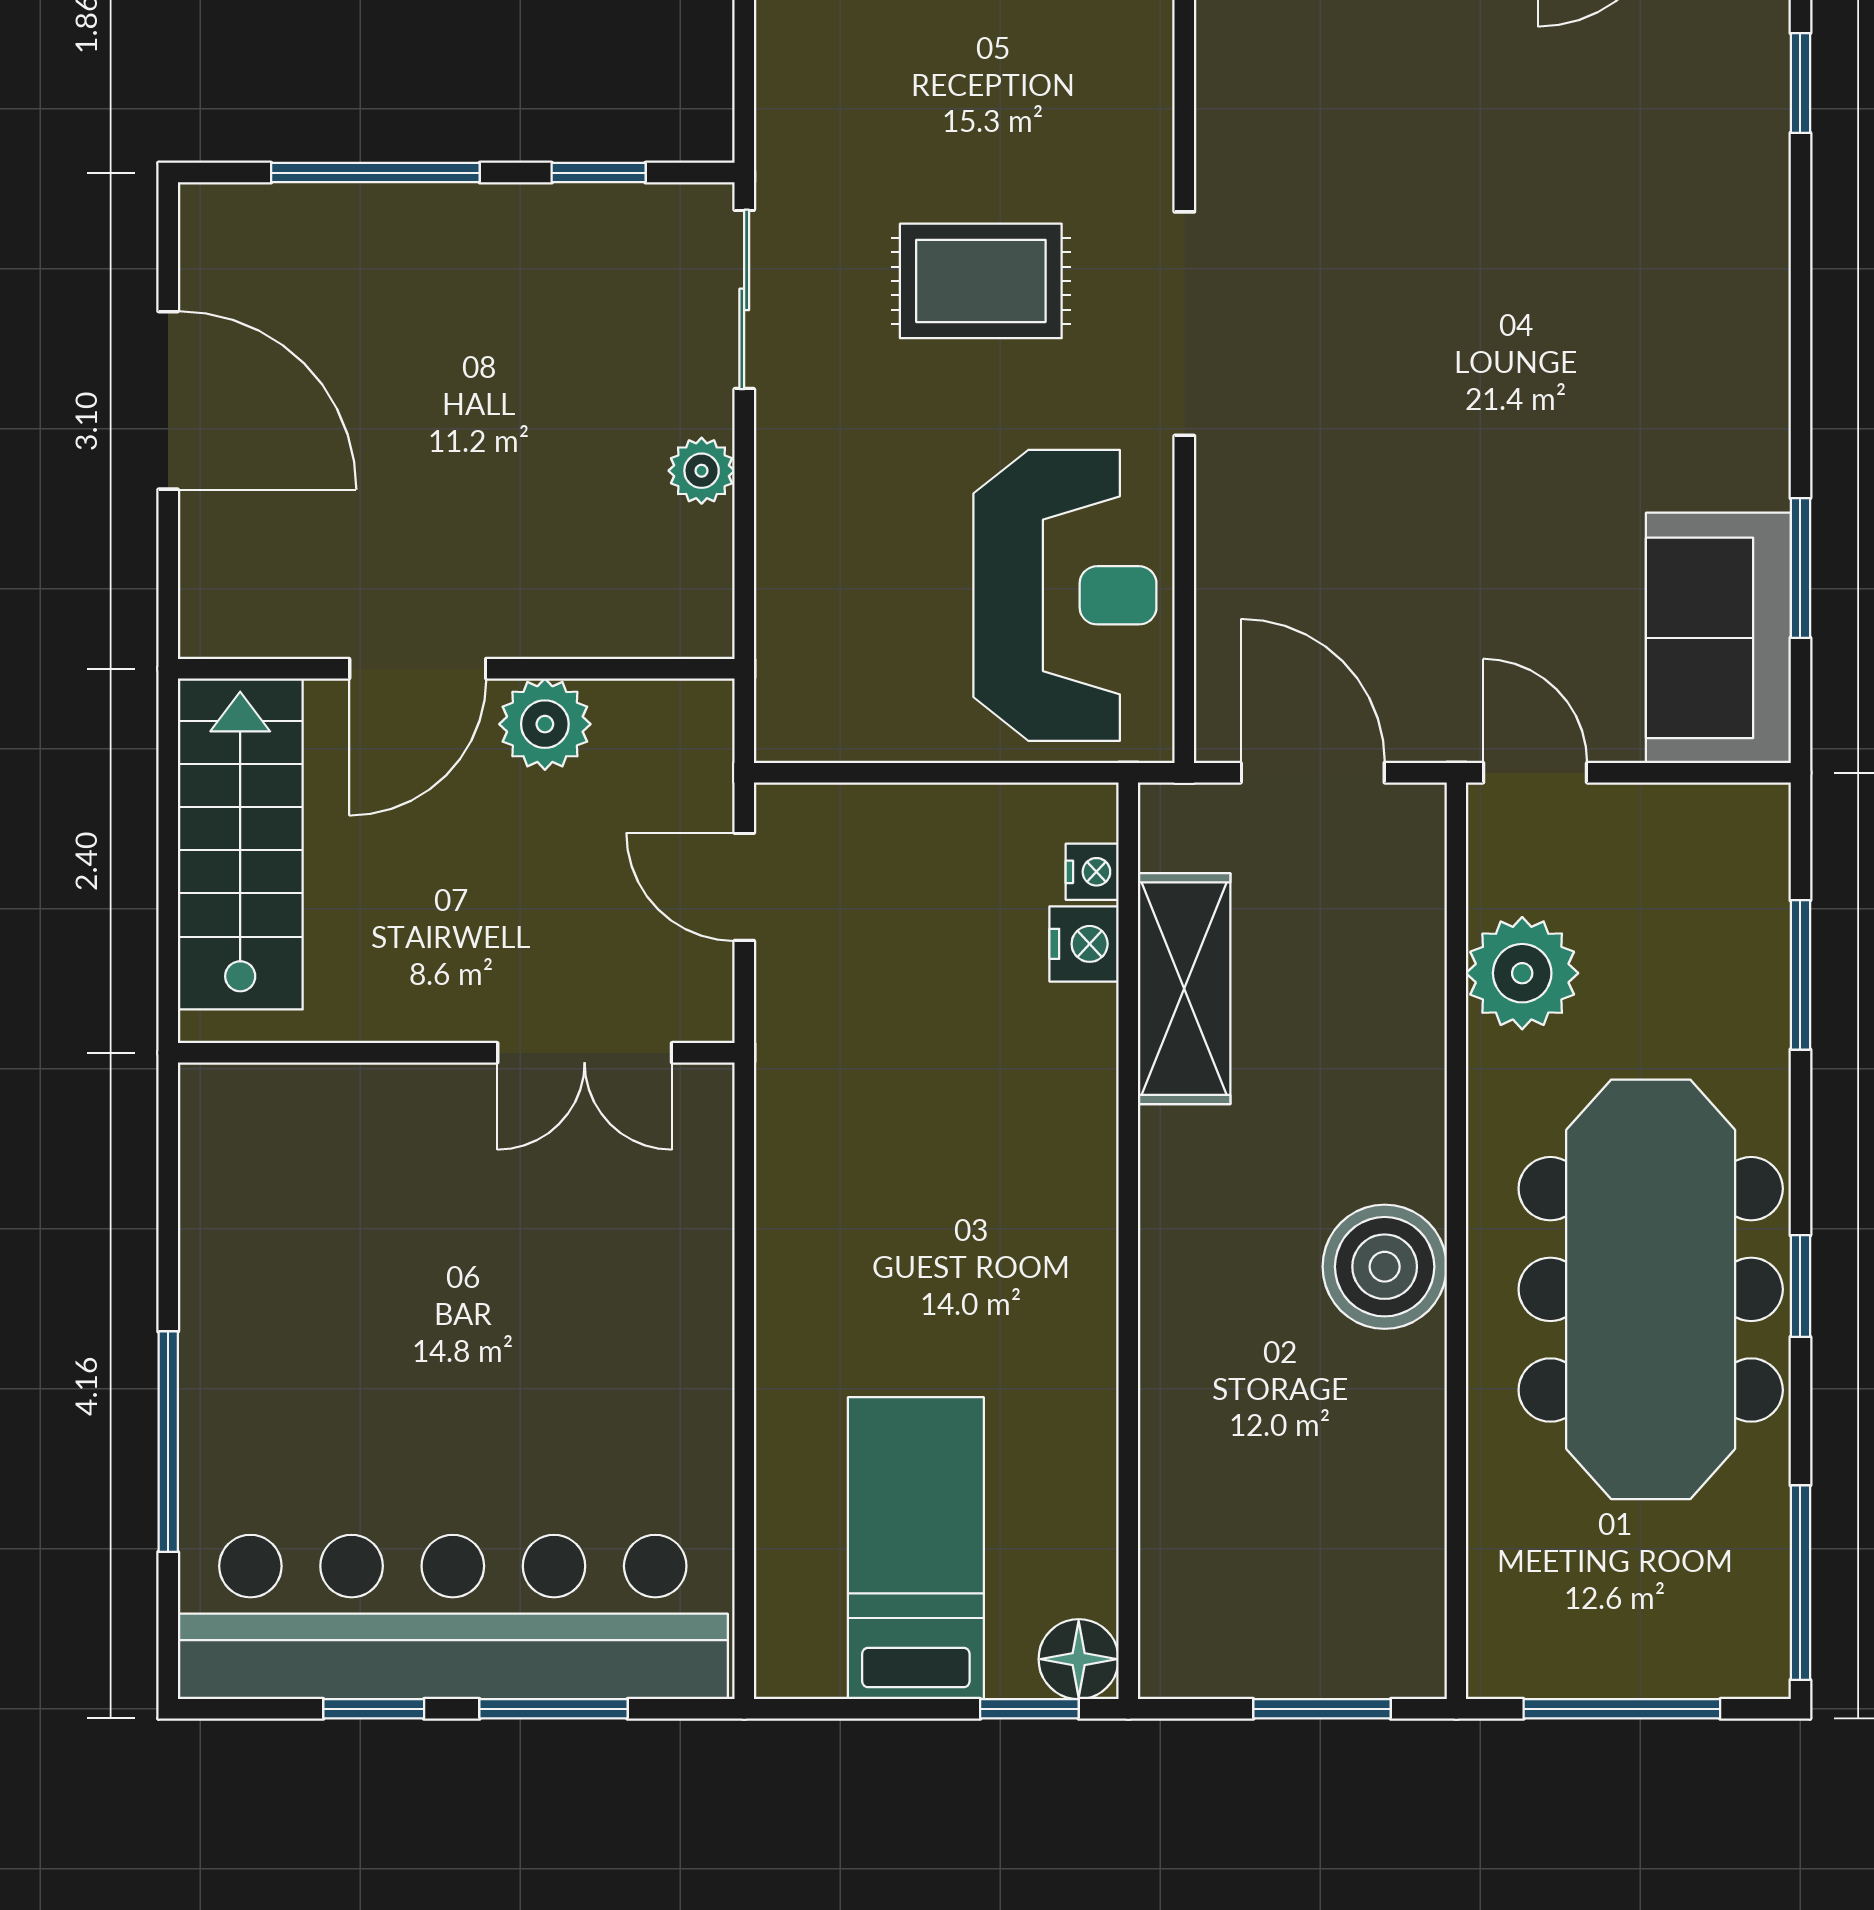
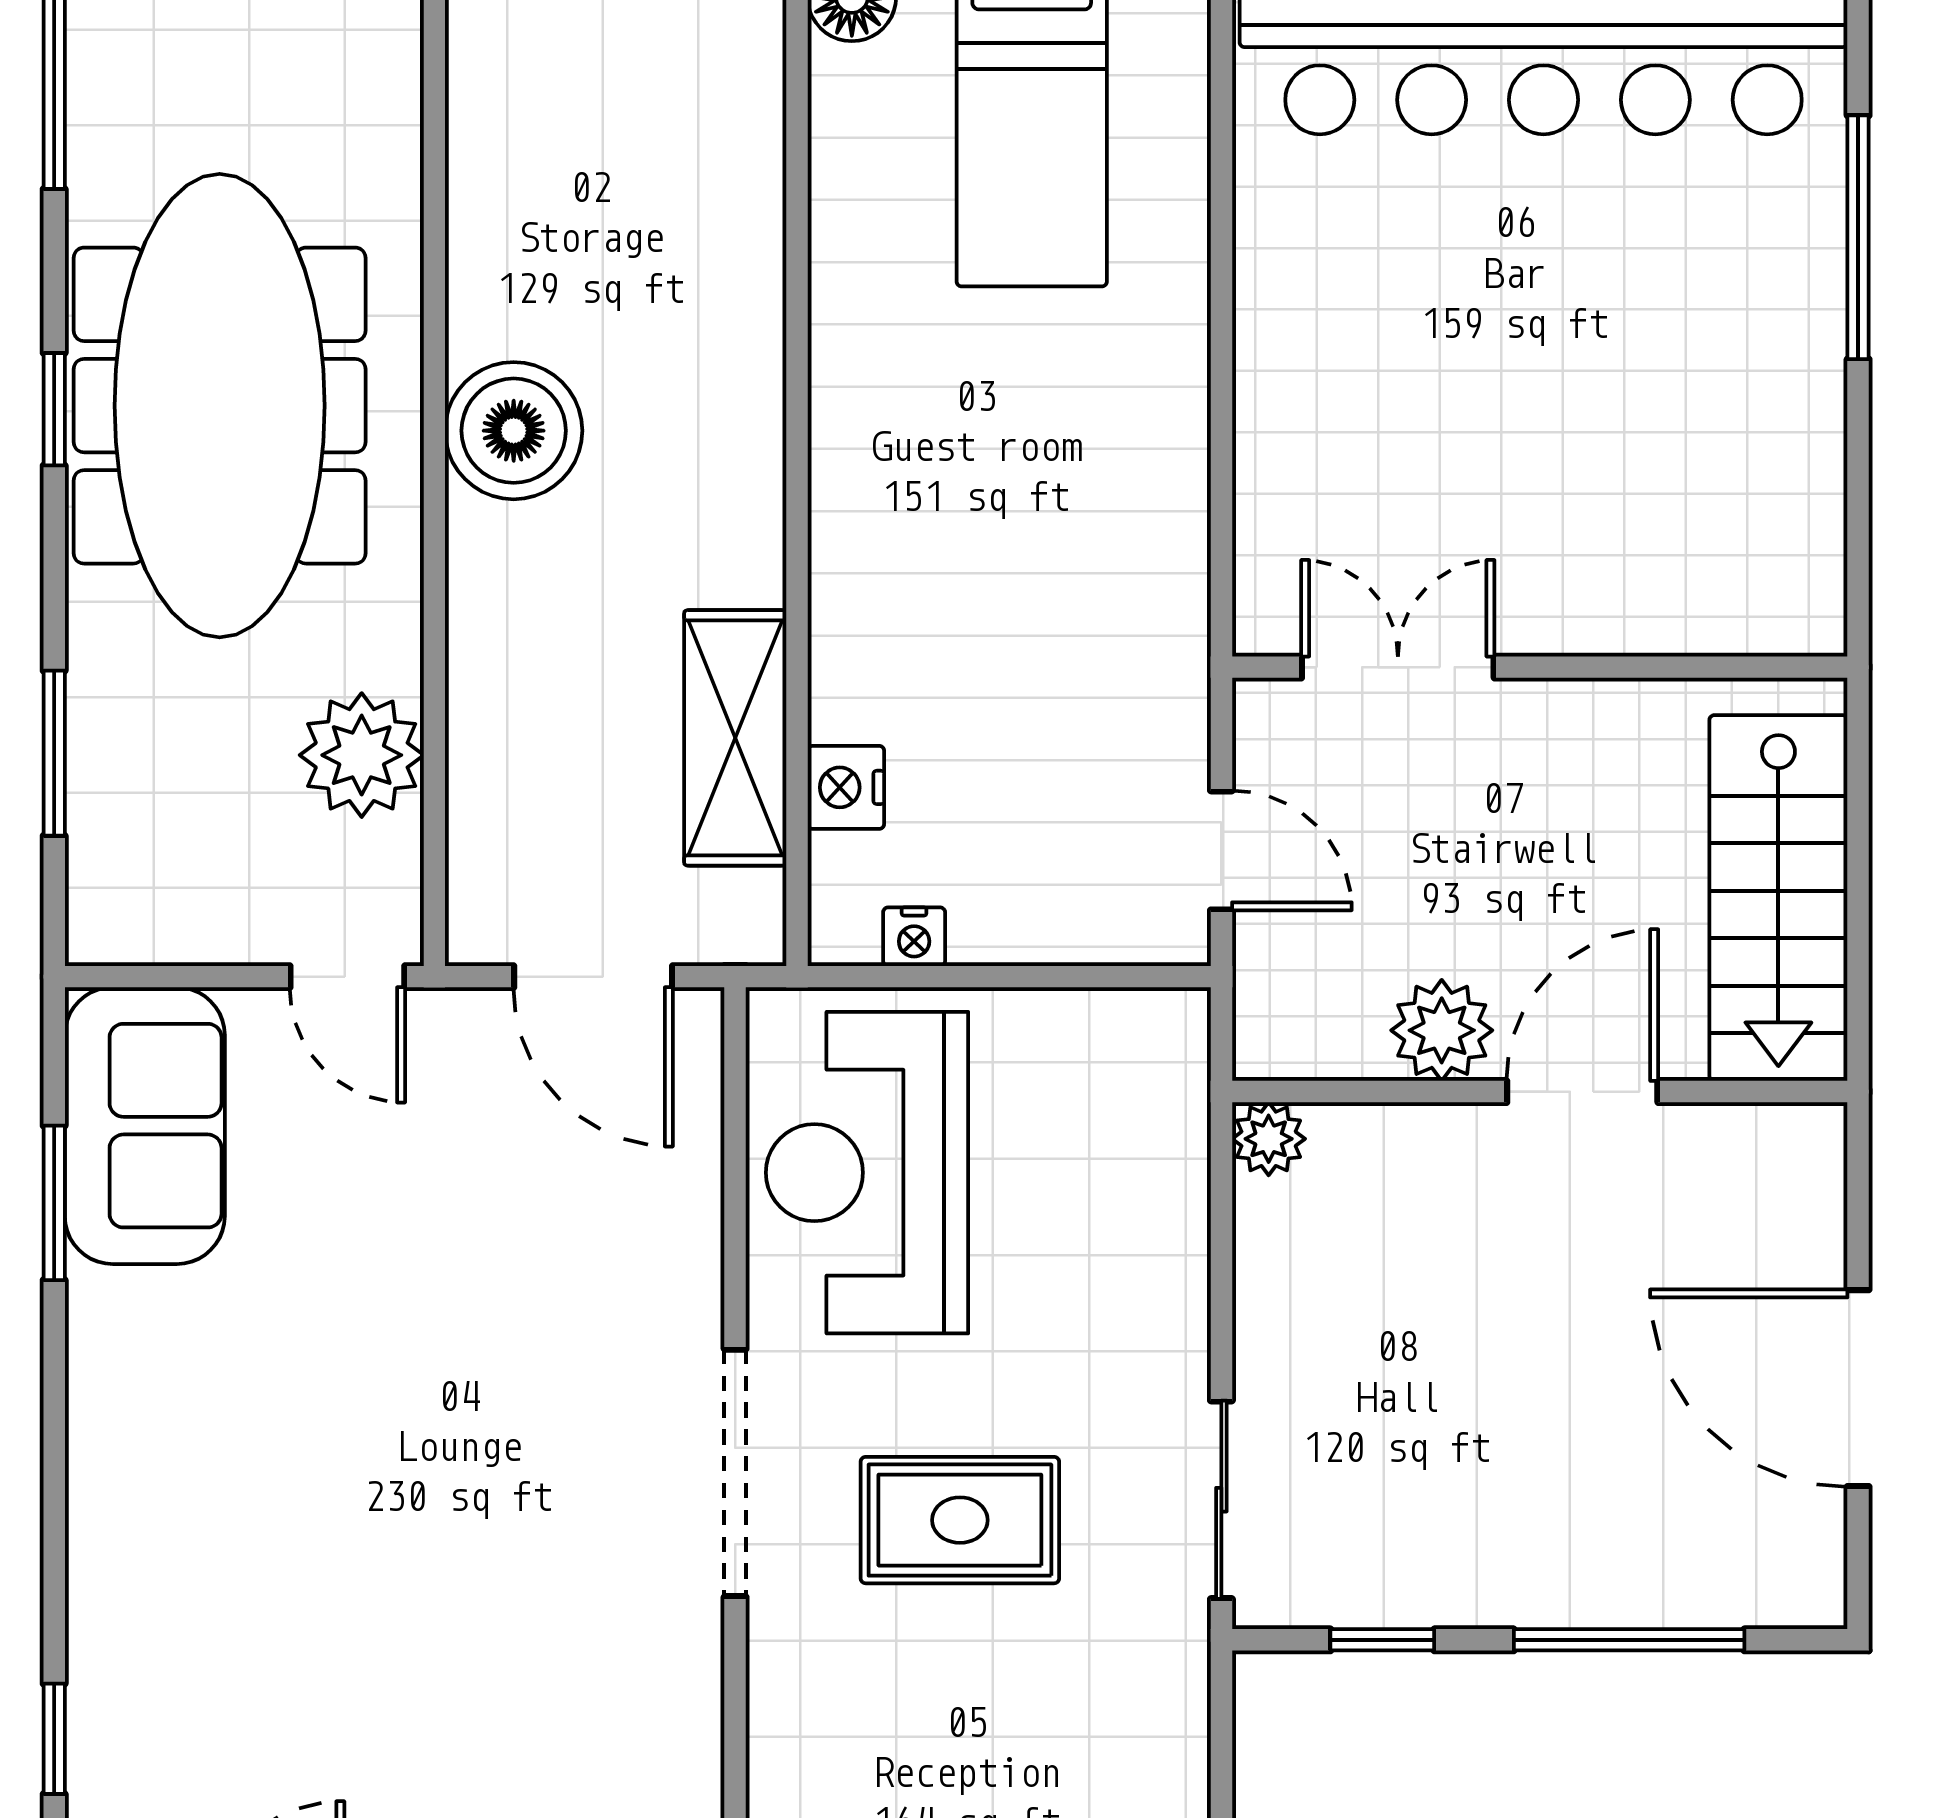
plant: (702, 471) -> (1269, 1139), moved
nightstand: (1092, 872) -> (914, 937), moved, turned -90

